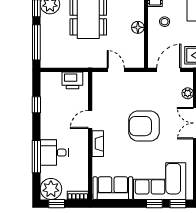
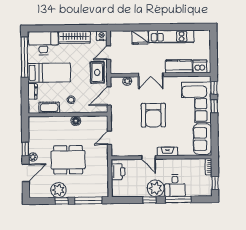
door: (169, 70) -> (109, 96), hinge flipped
window: (36, 105) -> (149, 200), moved
plant: (51, 189) -> (156, 188), moved

